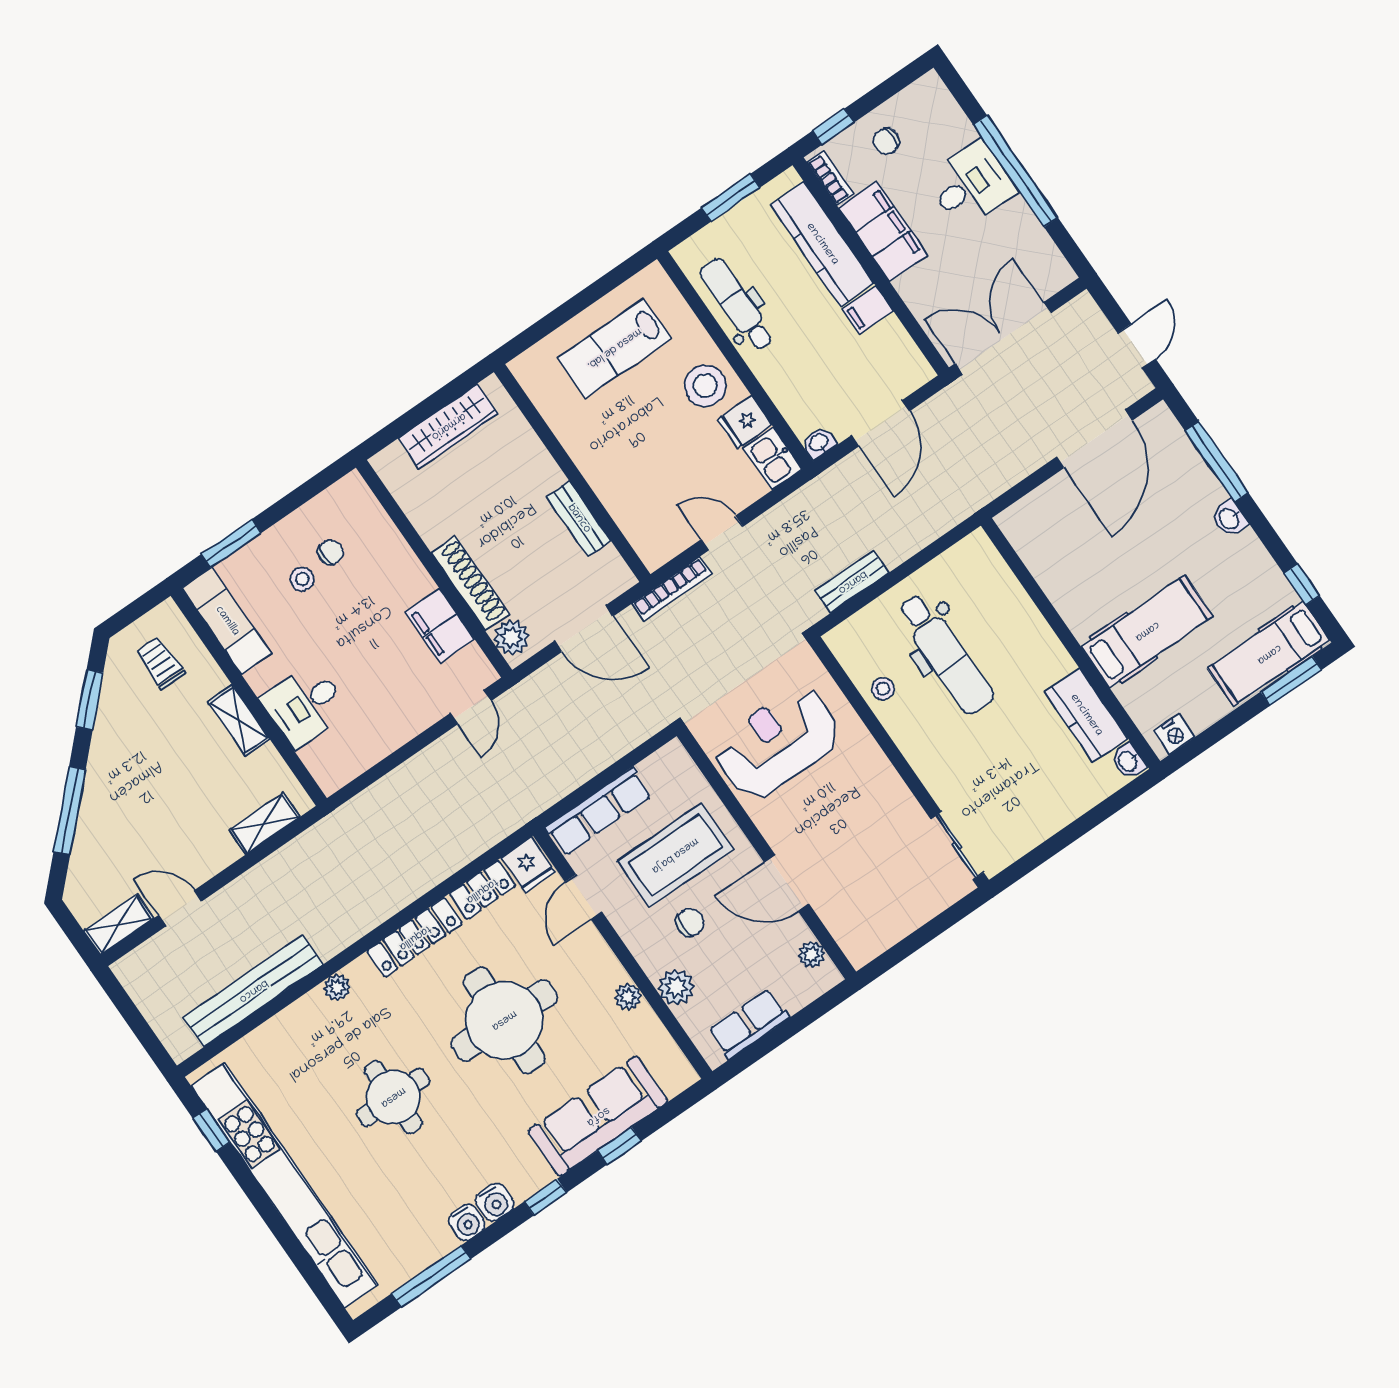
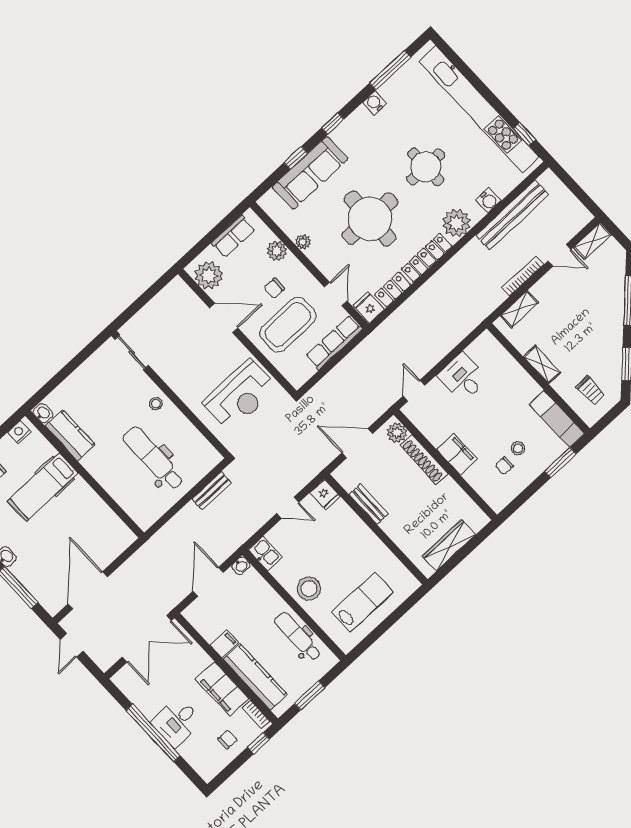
dental chair: (737, 304) -> (298, 636), turned 180
fridge: (745, 422) -> (325, 495), moved, turned 90
bookcase: (672, 589) -> (523, 276), moved
filing cabinet: (440, 625) -> (457, 454), moved
stool: (883, 689) -> (156, 404), moved
desk: (305, 705) -> (463, 377), moved, turned -90
plant: (812, 955) -> (209, 276), width x1.88, depth x1.88
plant: (337, 988) -> (456, 223), width x1.87, depth x1.87
water cooler: (495, 1202) -> (488, 200), moved, turned 180

